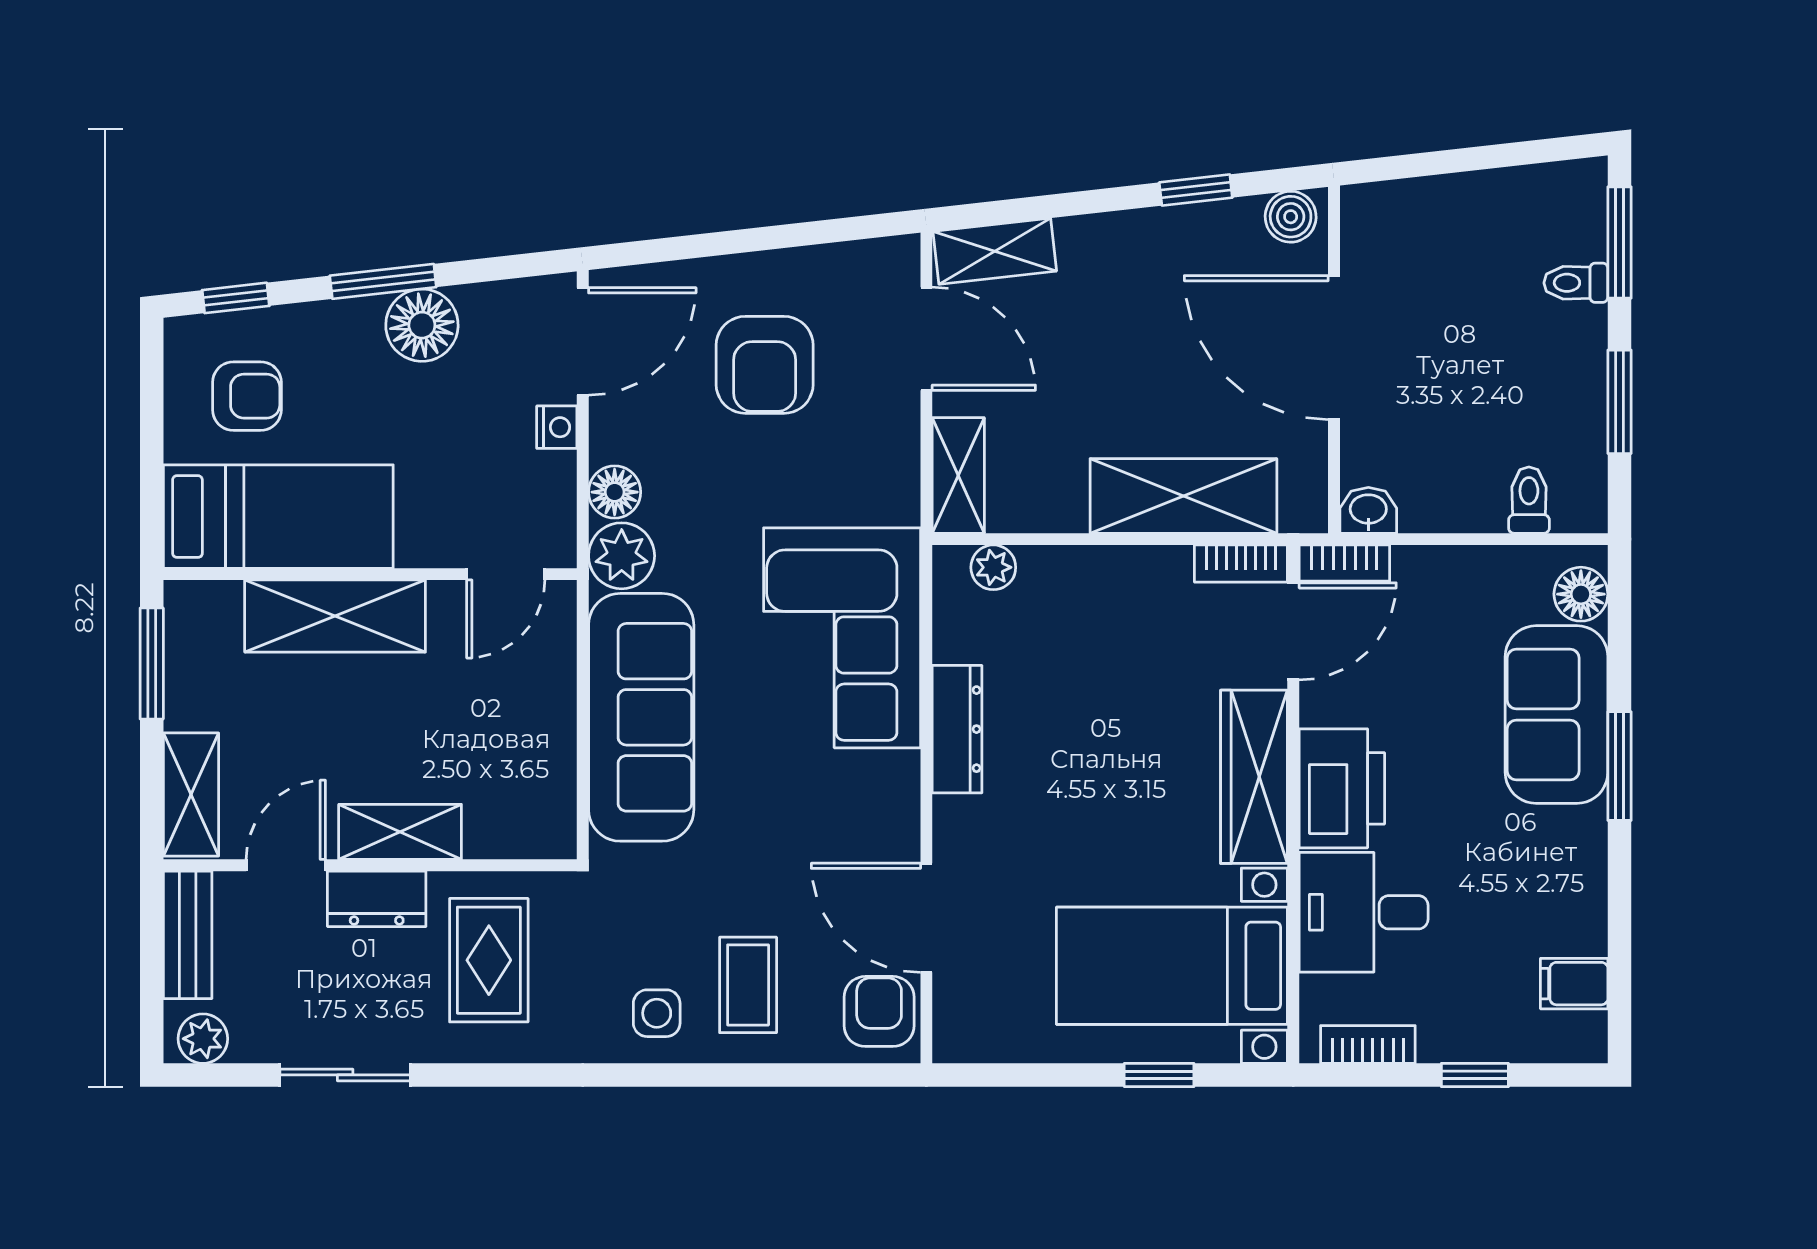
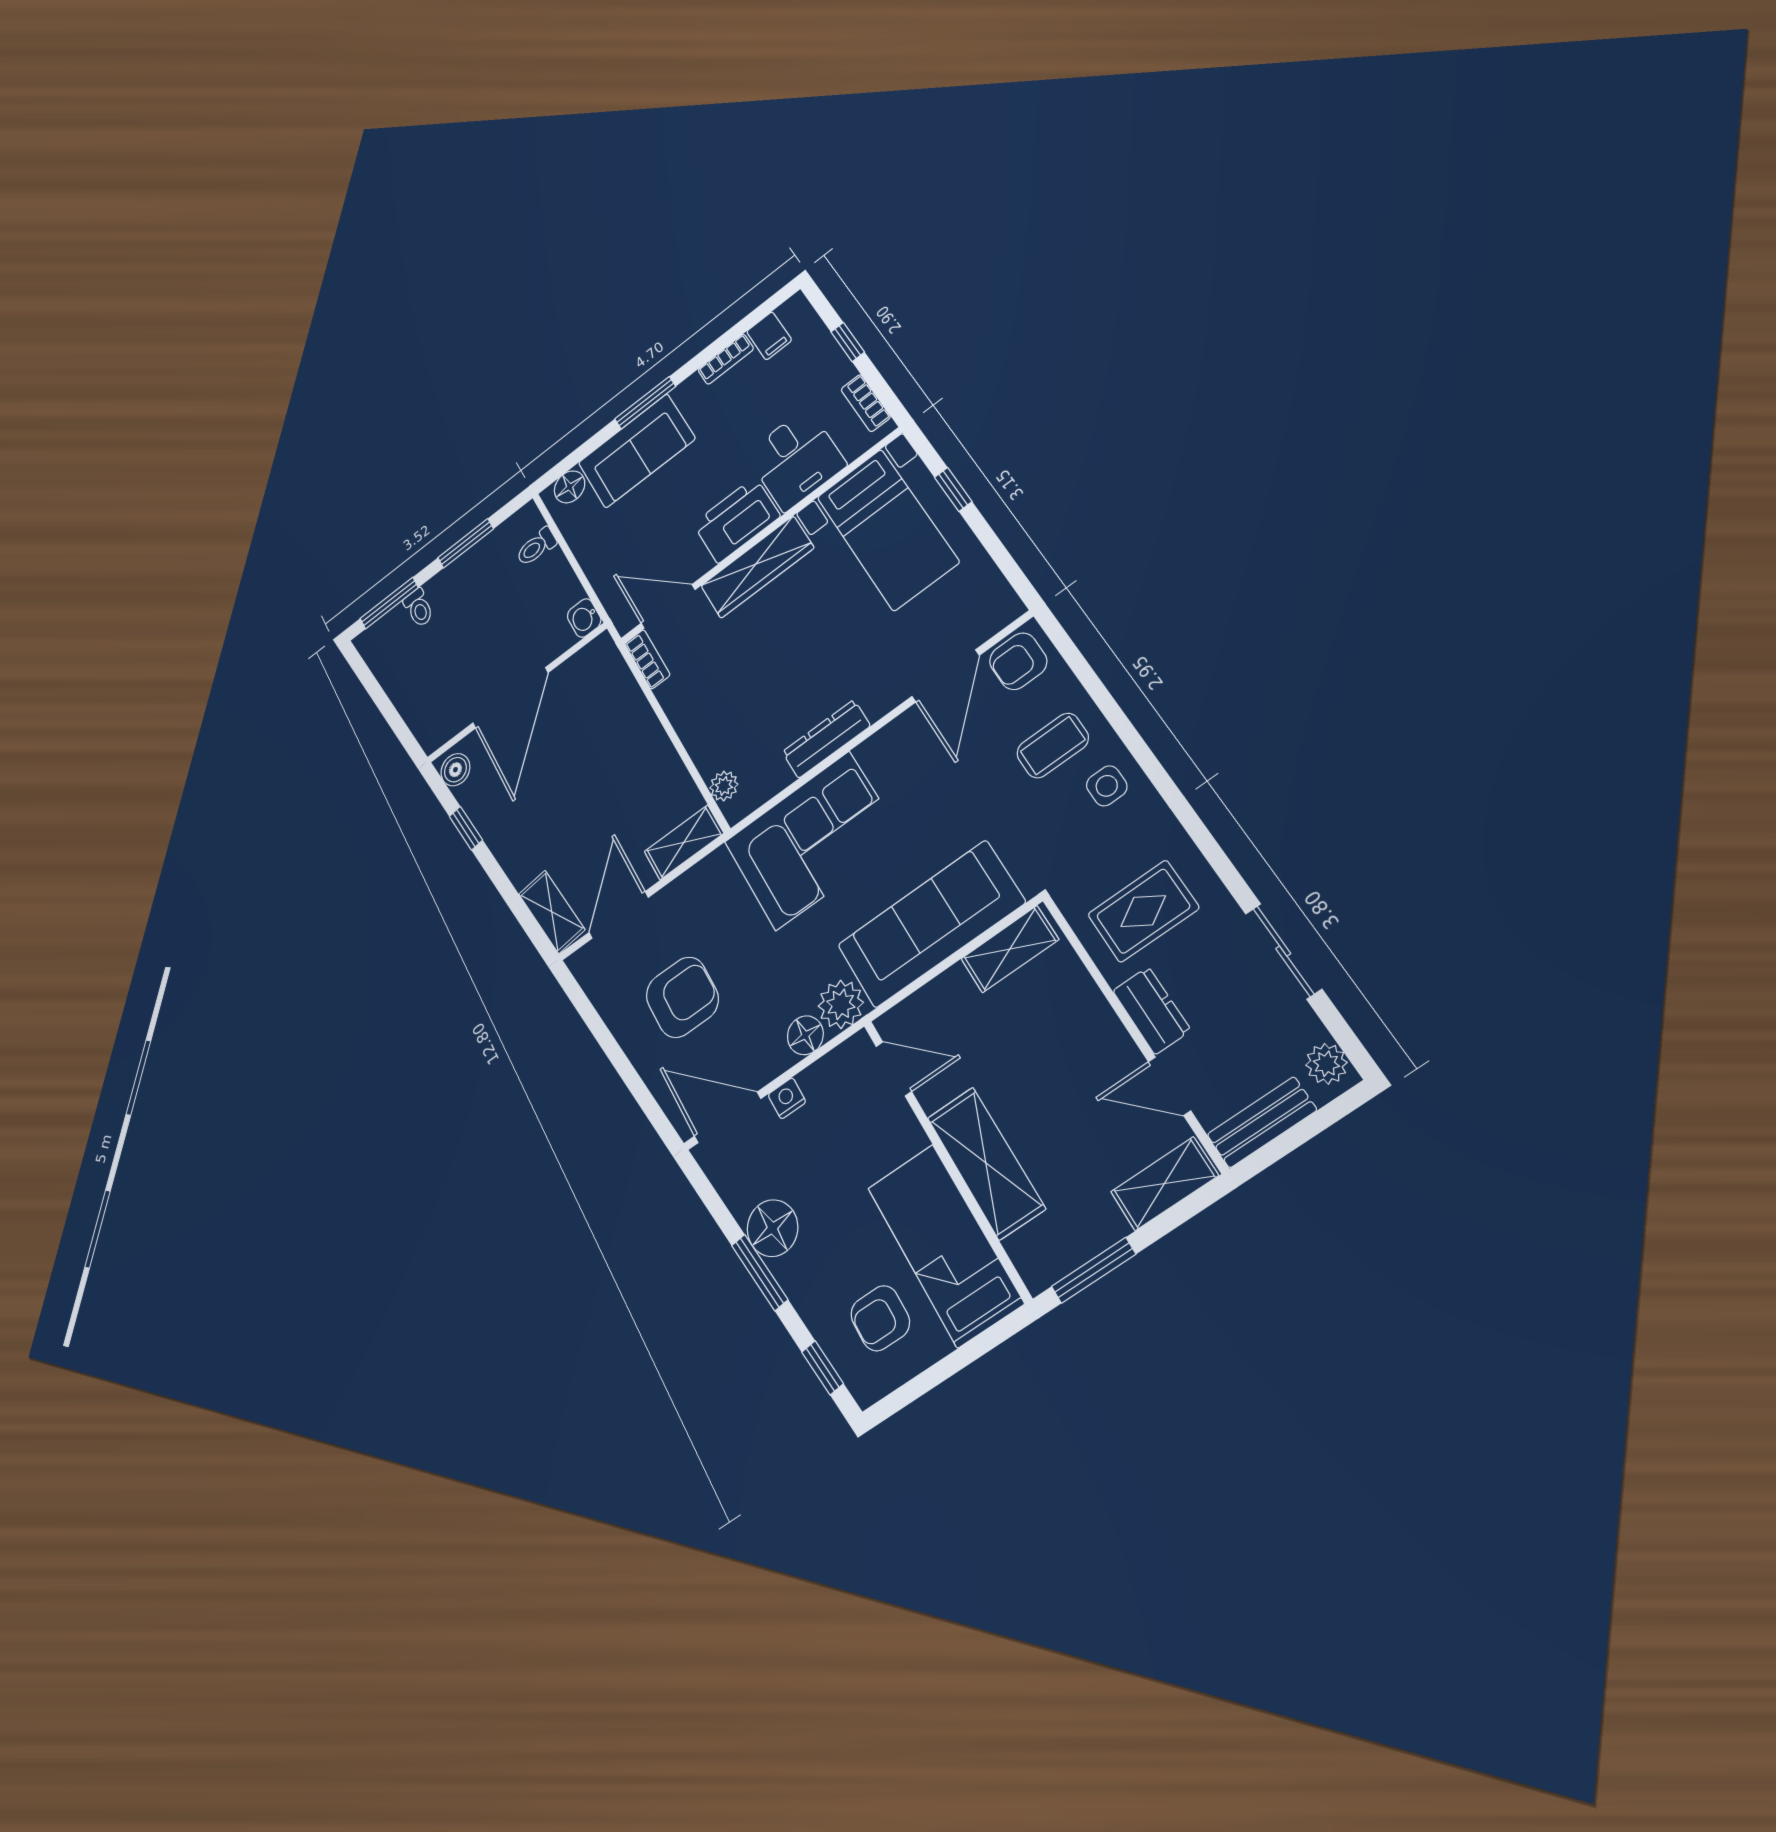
armchair: (247, 396) -> (880, 1318), turned -90
shelving: (1183, 496) -> (628, 715), removed
bookcase: (1344, 563) -> (726, 359), moved, turned 90
shelving: (400, 832) -> (1010, 949), moved, turned 90

